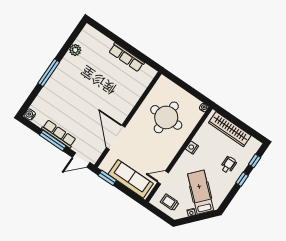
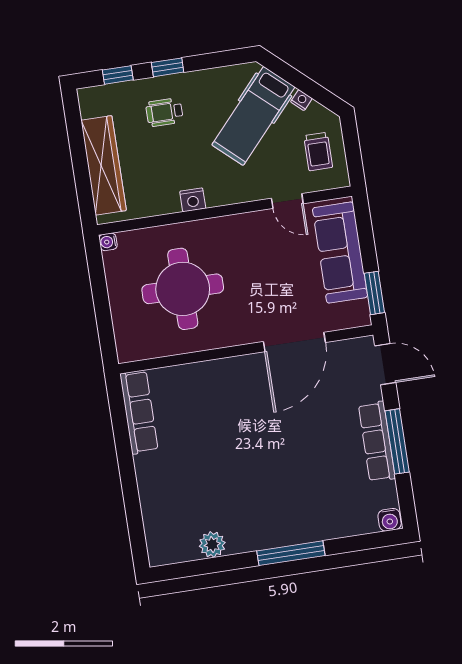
row of seats: (127, 57) -> (139, 412), moved

